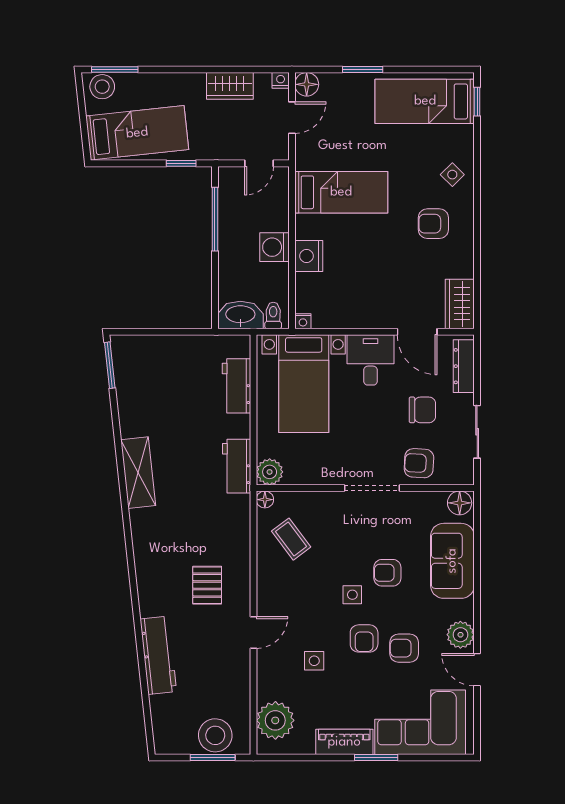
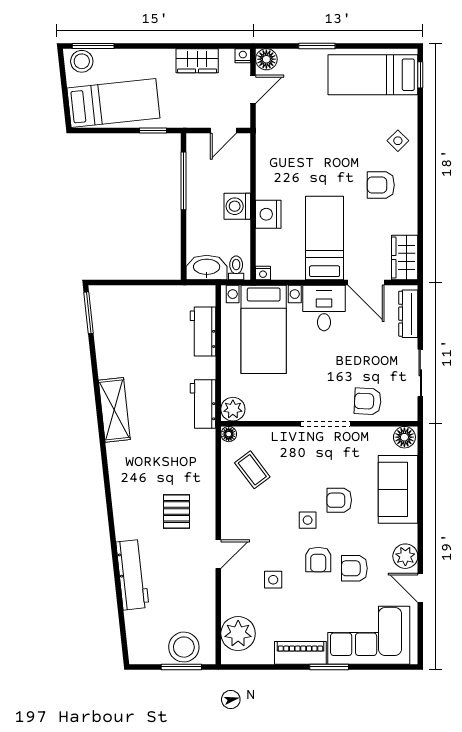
bed: (341, 192) -> (325, 238), moved, turned -90
chair: (422, 410) -> (371, 353), removed

